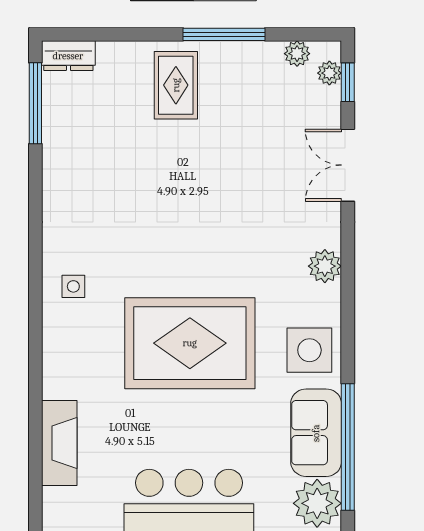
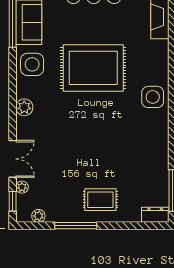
plant: (329, 73) -> (22, 187), moved
rug: (176, 85) -> (100, 200), turned 90
side table: (73, 286) -> (153, 97), width x1.87, depth x1.87

